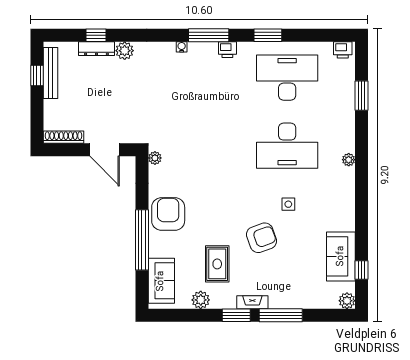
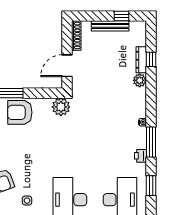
bench: (50, 73) -> (110, 26), moved
plant: (155, 158) -> (61, 107), width x1.87, depth x1.87
armchair: (168, 214) -> (20, 112), turned 180

